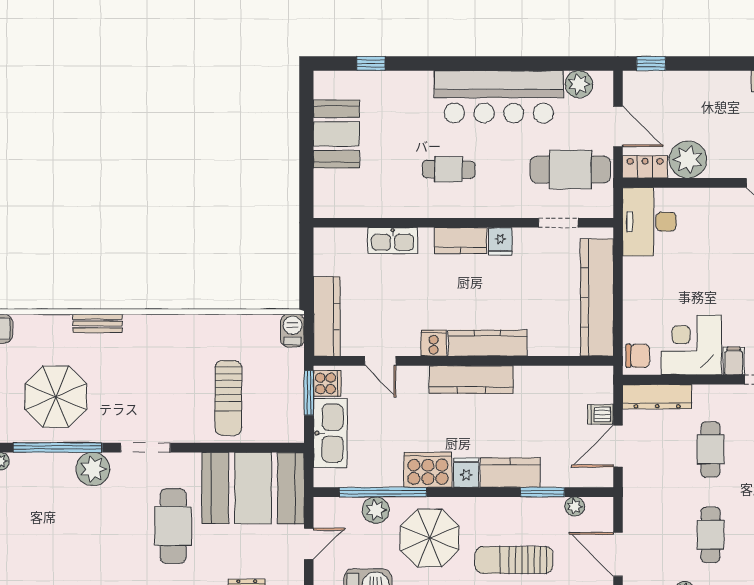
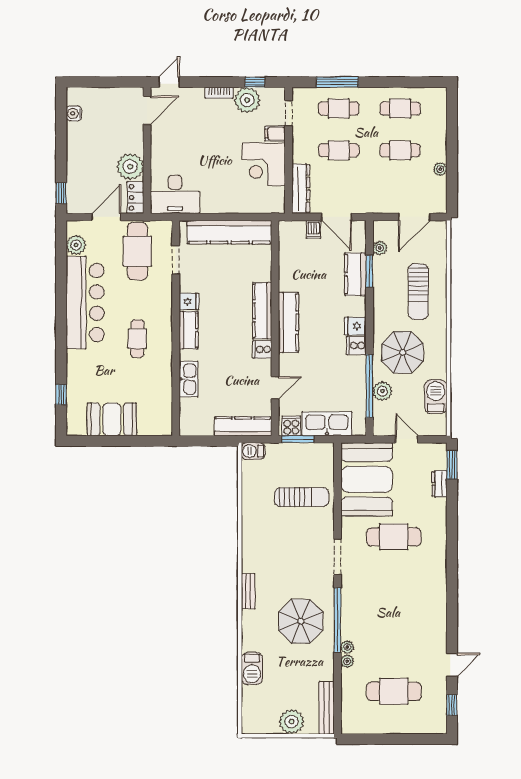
chair: (638, 356) -> (271, 203), removed
plant: (93, 469) -> (347, 647), moved, width x0.53, depth x0.53
cooker: (428, 470) -> (356, 346), width x0.53, depth x0.76
kitchen counter: (510, 473) -> (355, 274), moved

